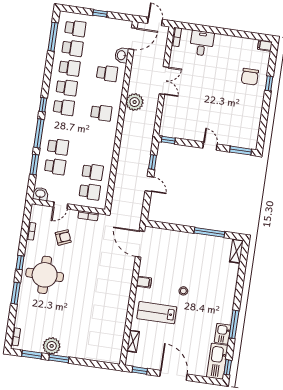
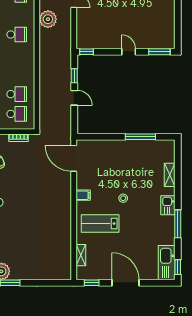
shelving: (236, 251) -> (170, 175), moved
kitchen sink: (222, 334) -> (168, 205), moved

